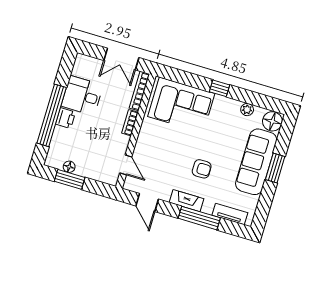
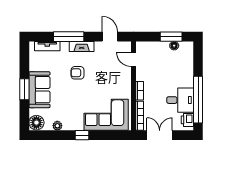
window: (52, 115) -> (198, 100), moved
printer: (66, 118) -> (187, 120), moved
sofa: (256, 162) -> (39, 90), width x0.73

